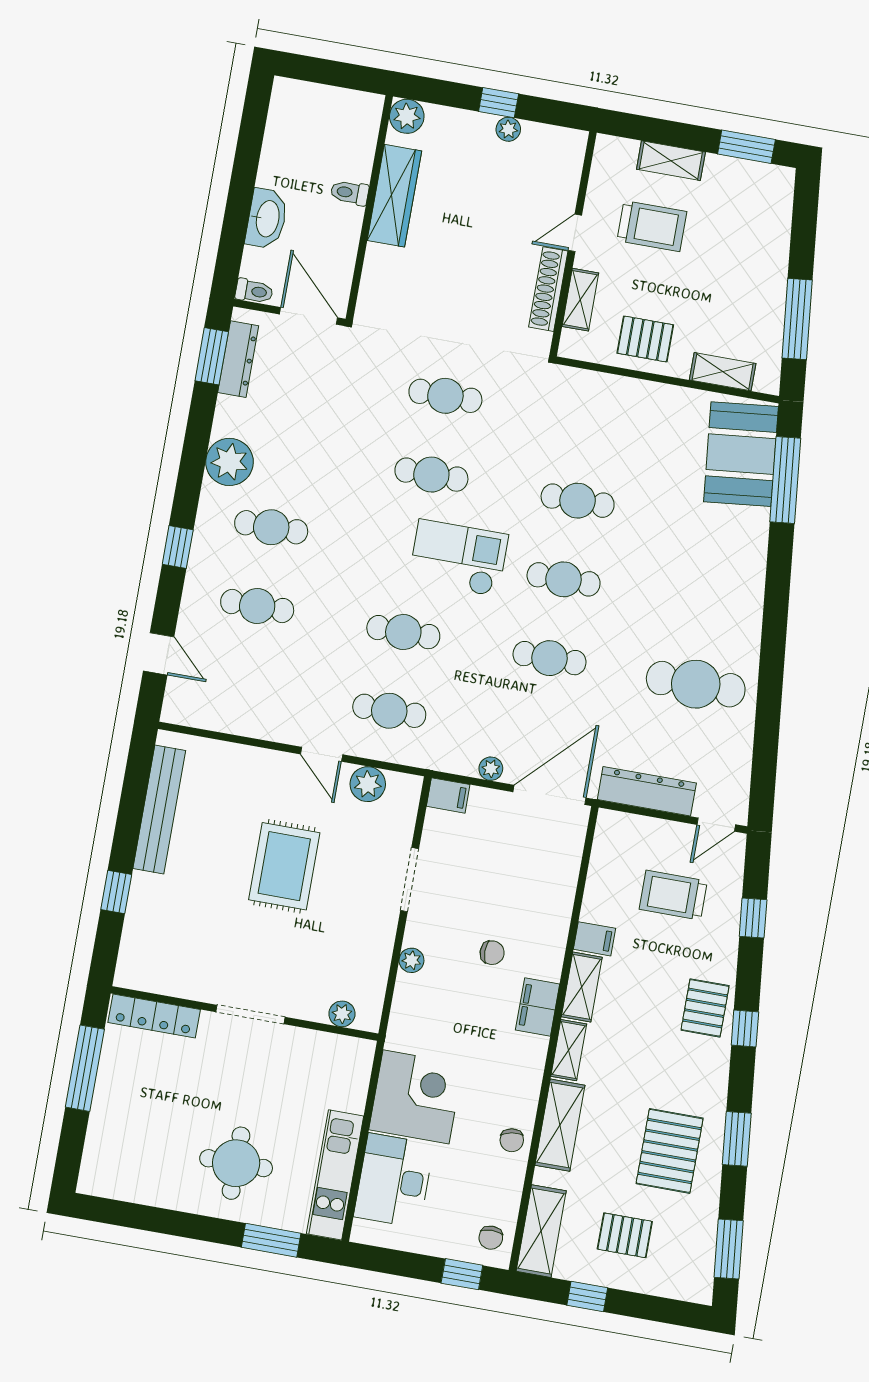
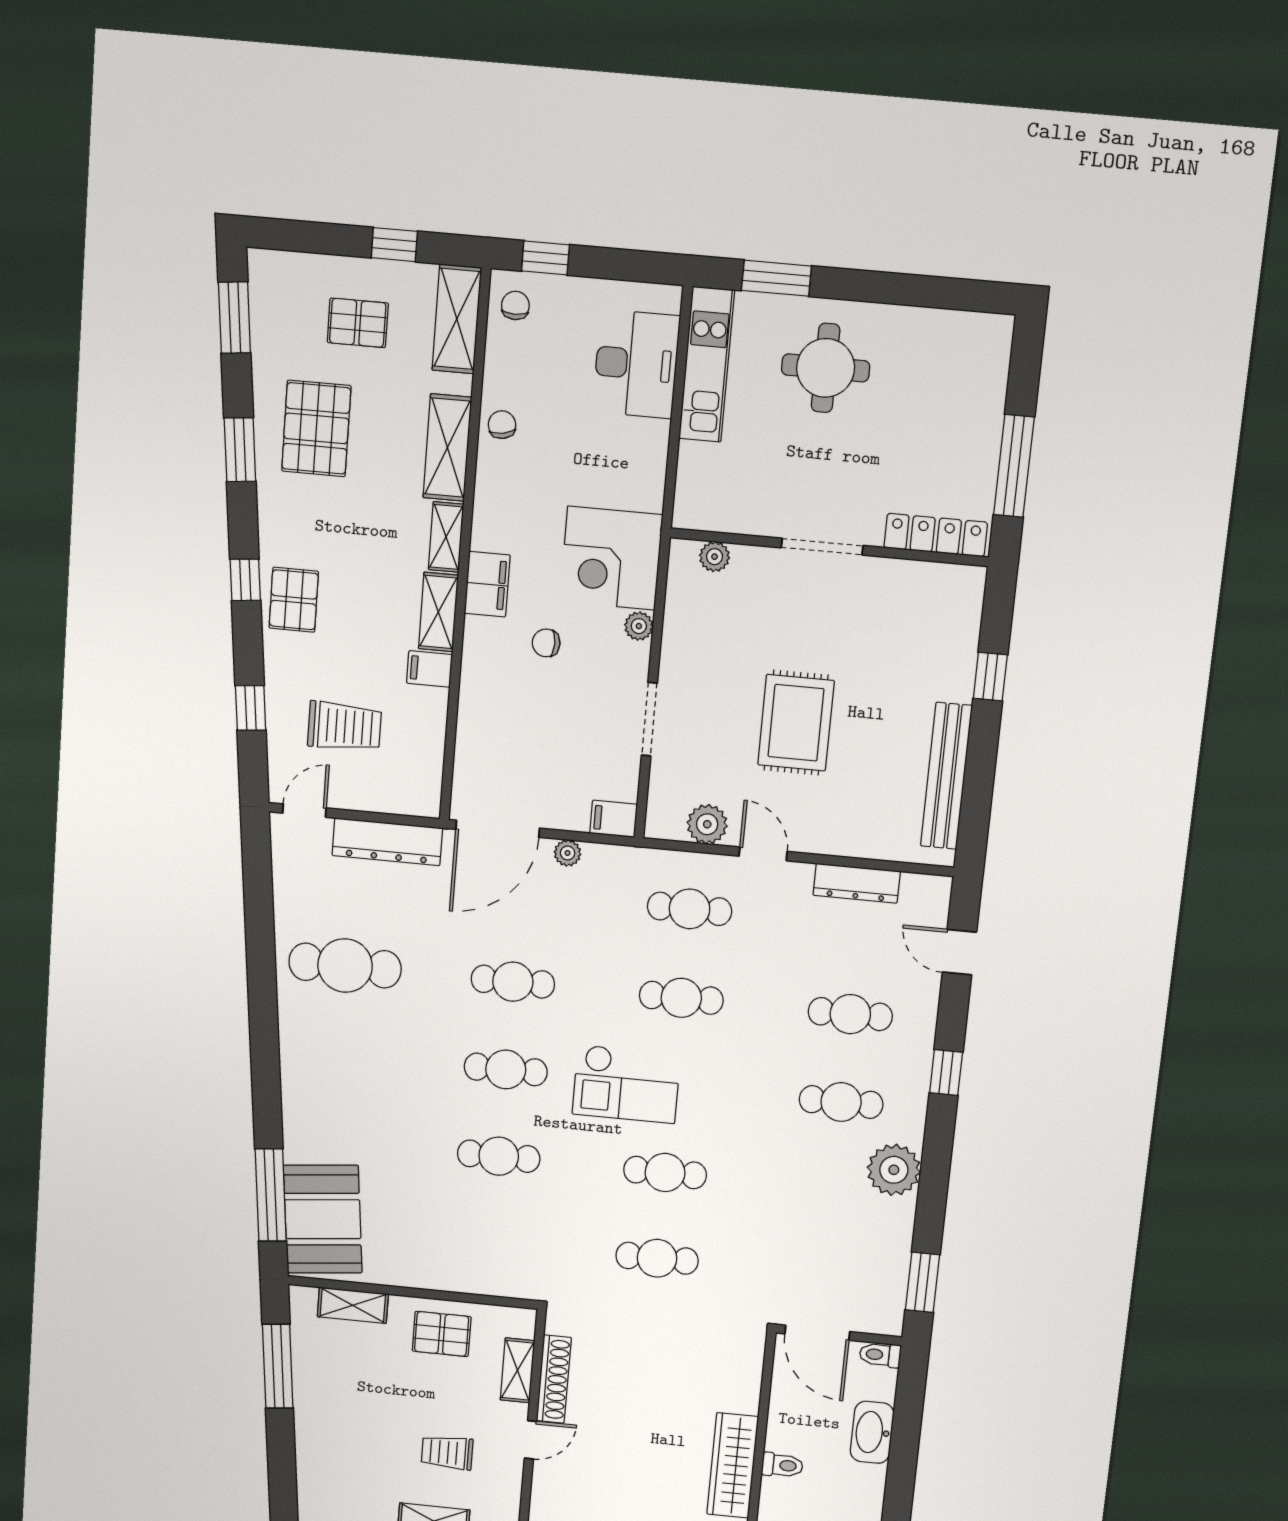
trolley: (652, 226) -> (447, 1452), width x0.73, depth x0.72
dresser: (238, 359) -> (857, 883), moved, turned -90
corner desk: (416, 1097) -> (611, 558), moved

